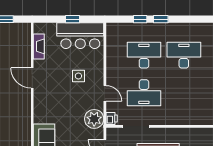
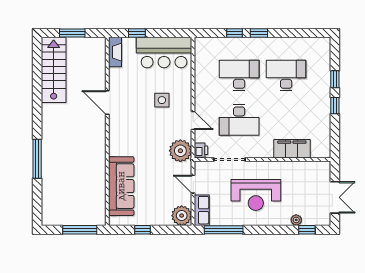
window: (72, 19) -> (137, 33), moved
fireplace: (39, 46) -> (115, 52), moved
filing cabinet: (189, 117) -> (292, 149), added

